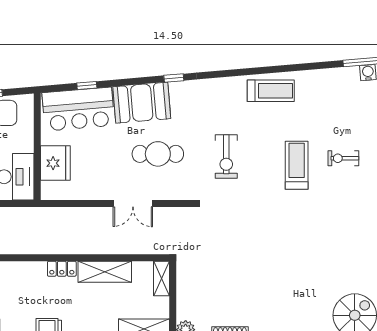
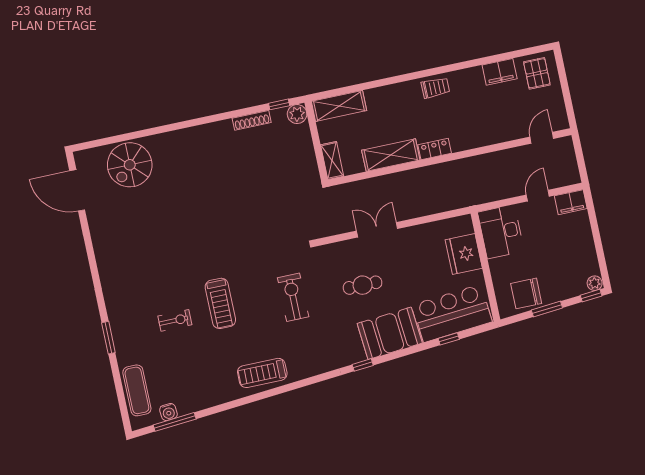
cafe table: (158, 154) -> (363, 285), width x0.73, depth x0.74

